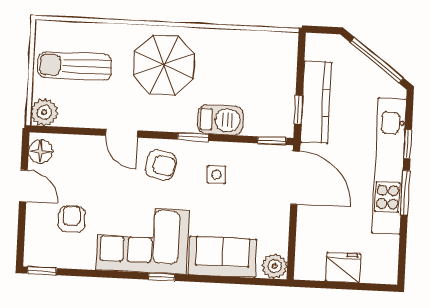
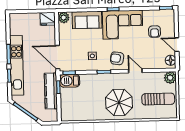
barbecue: (220, 120) -> (70, 81), moved
fridge: (343, 268) -> (48, 19), moved

